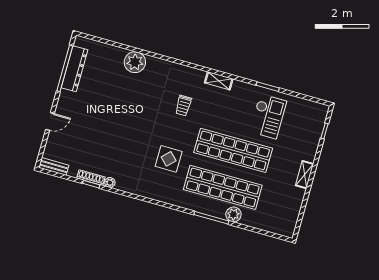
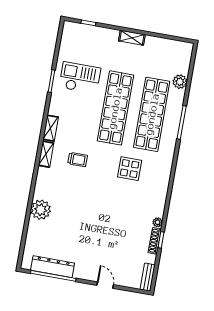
shelving: (192, 73) -> (46, 154), added
plant: (233, 214) -> (180, 82), moved

